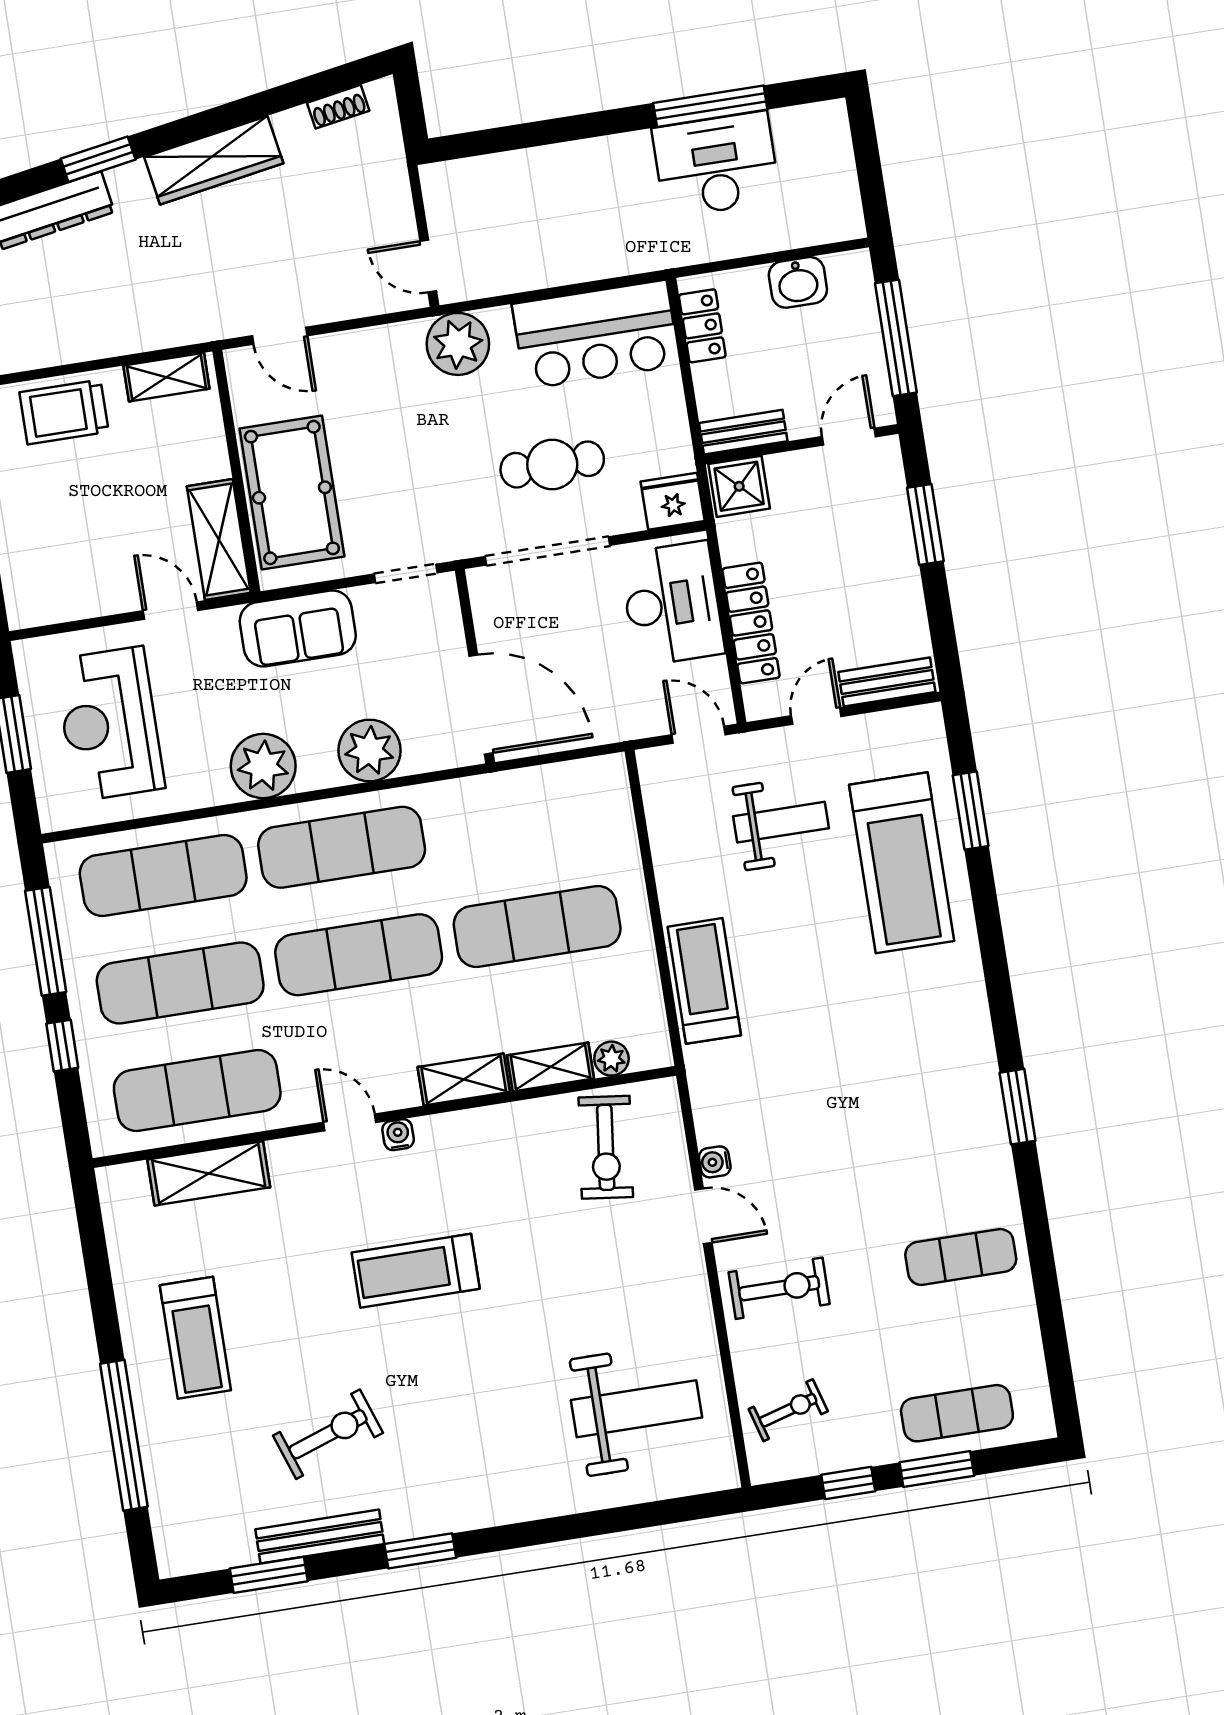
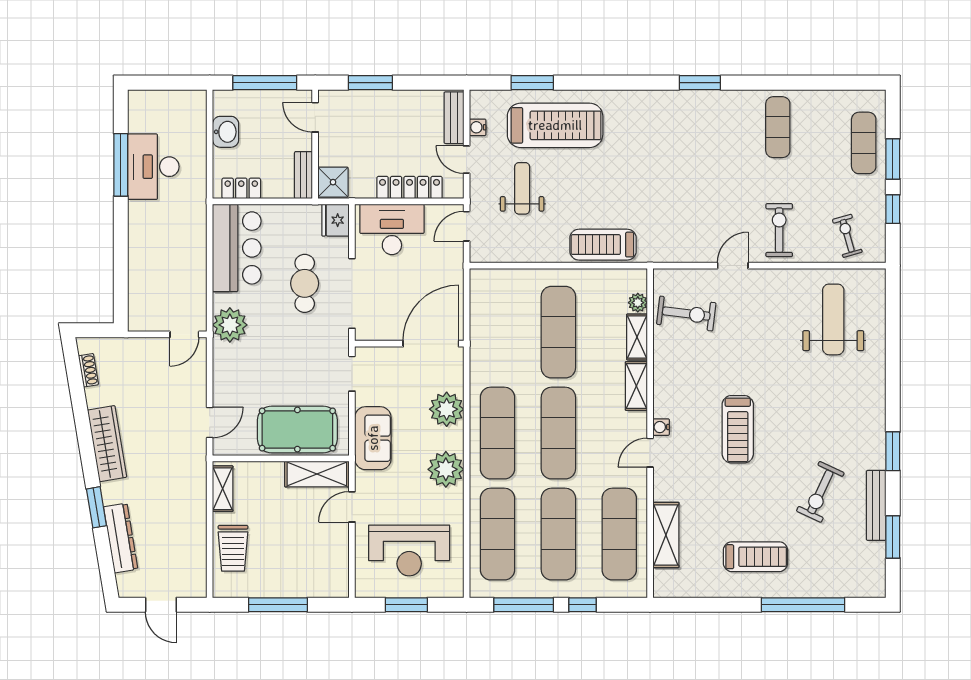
water cooler: (715, 1162) -> (478, 127), moved, turned 90
exercise bike: (328, 1434) -> (820, 492), turned -136

